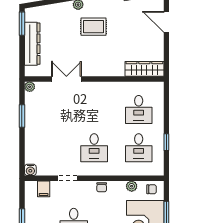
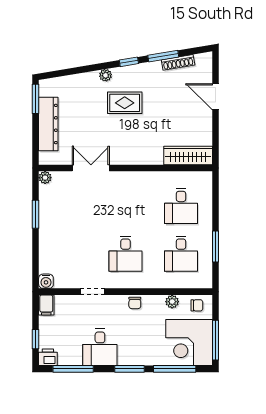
window: (166, 142) -> (215, 247), width x1.50
filing cabinet: (44, 189) -> (46, 305), moved

